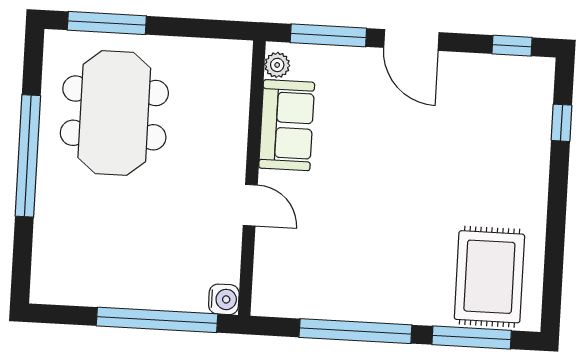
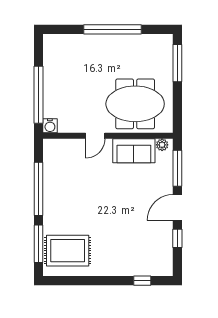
window: (512, 46) -> (177, 238), moved
meeting table: (114, 113) -> (135, 104), moved

